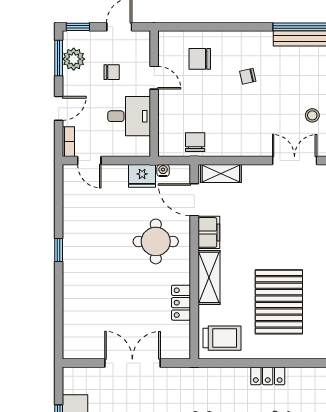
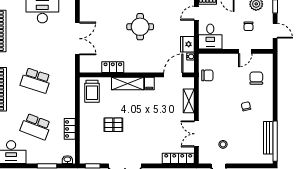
desk: (129, 116) -> (210, 37), moved
double door: (295, 161) -> (196, 134), swing flipped
shelving: (221, 174) -> (189, 101), moved
filing cabinet: (209, 232) -> (149, 83), width x0.50
round table: (156, 241) -> (140, 27), moved
pallet: (279, 302) -> (113, 125), width x0.49, depth x0.50
locker: (268, 376) -> (70, 129), moved

